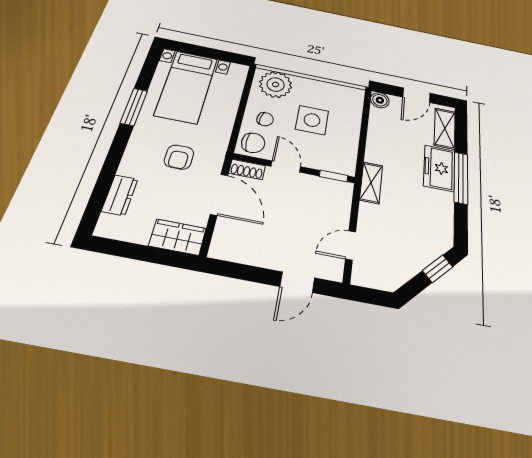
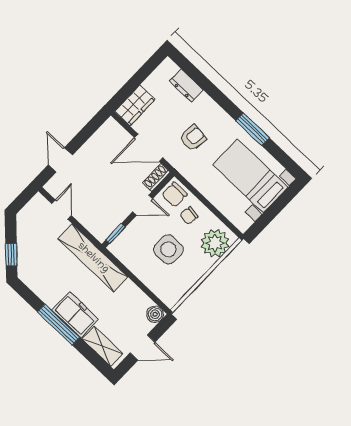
door: (416, 95) -> (143, 347), swing flipped
armchair: (179, 157) -> (193, 138), turned 97
shelving: (371, 183) -> (93, 258), width x2.20, depth x1.33

